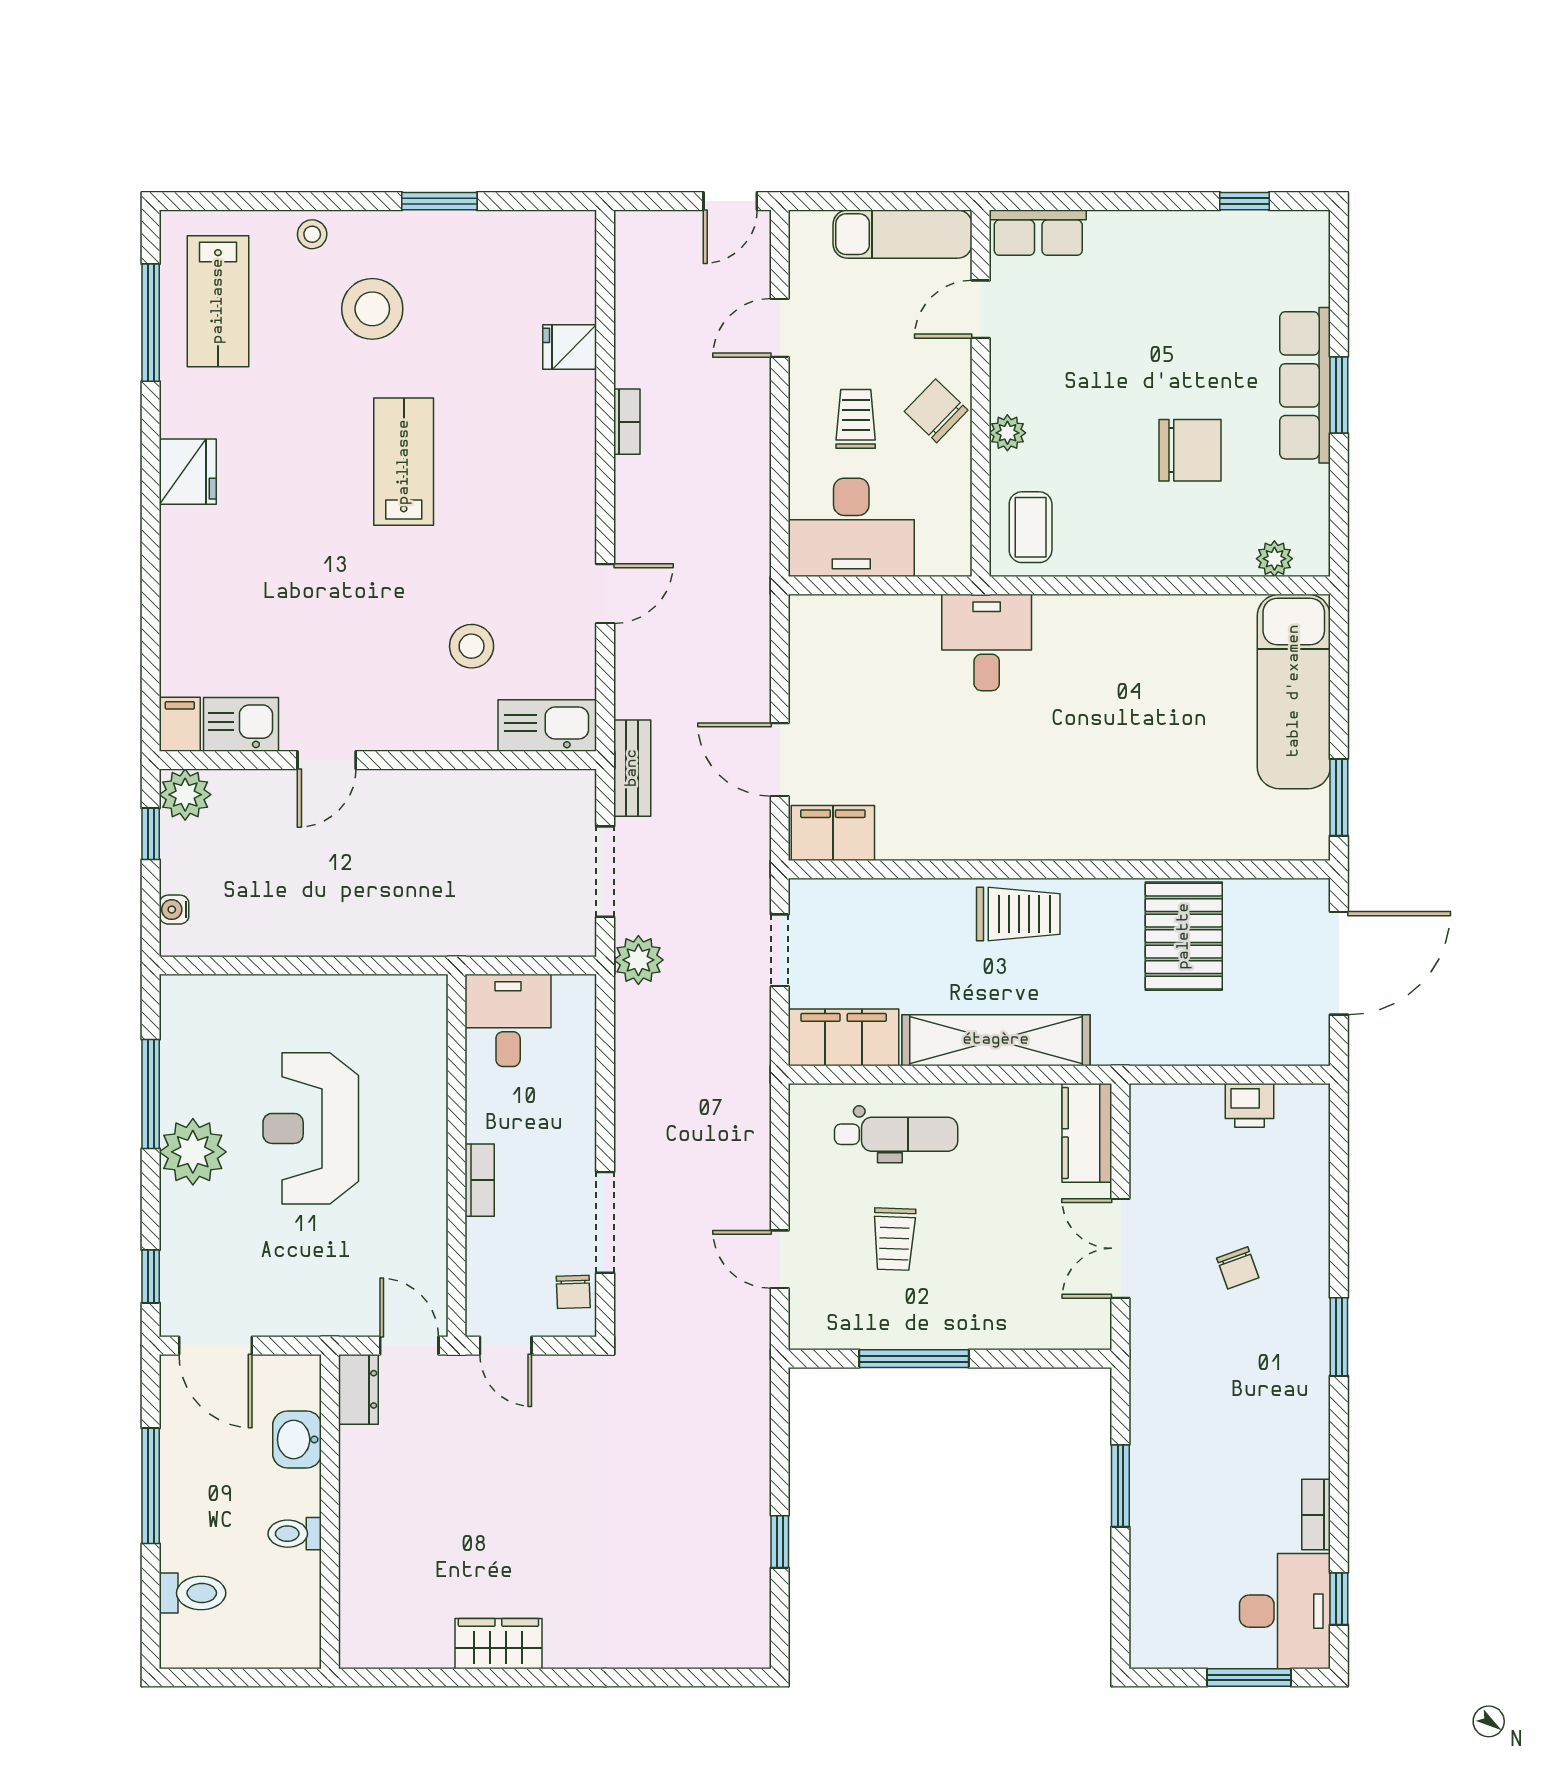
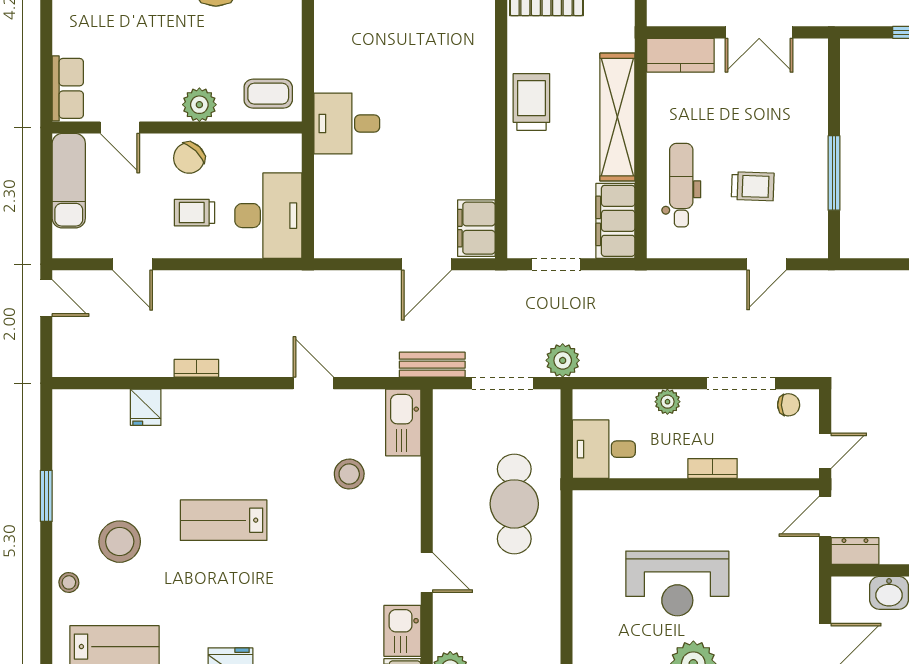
plant: (1007, 433) -> (199, 105), width x1.38, depth x1.38
cafe table: (428, 889) -> (514, 504), added
plant: (578, 1114) -> (667, 402), added

